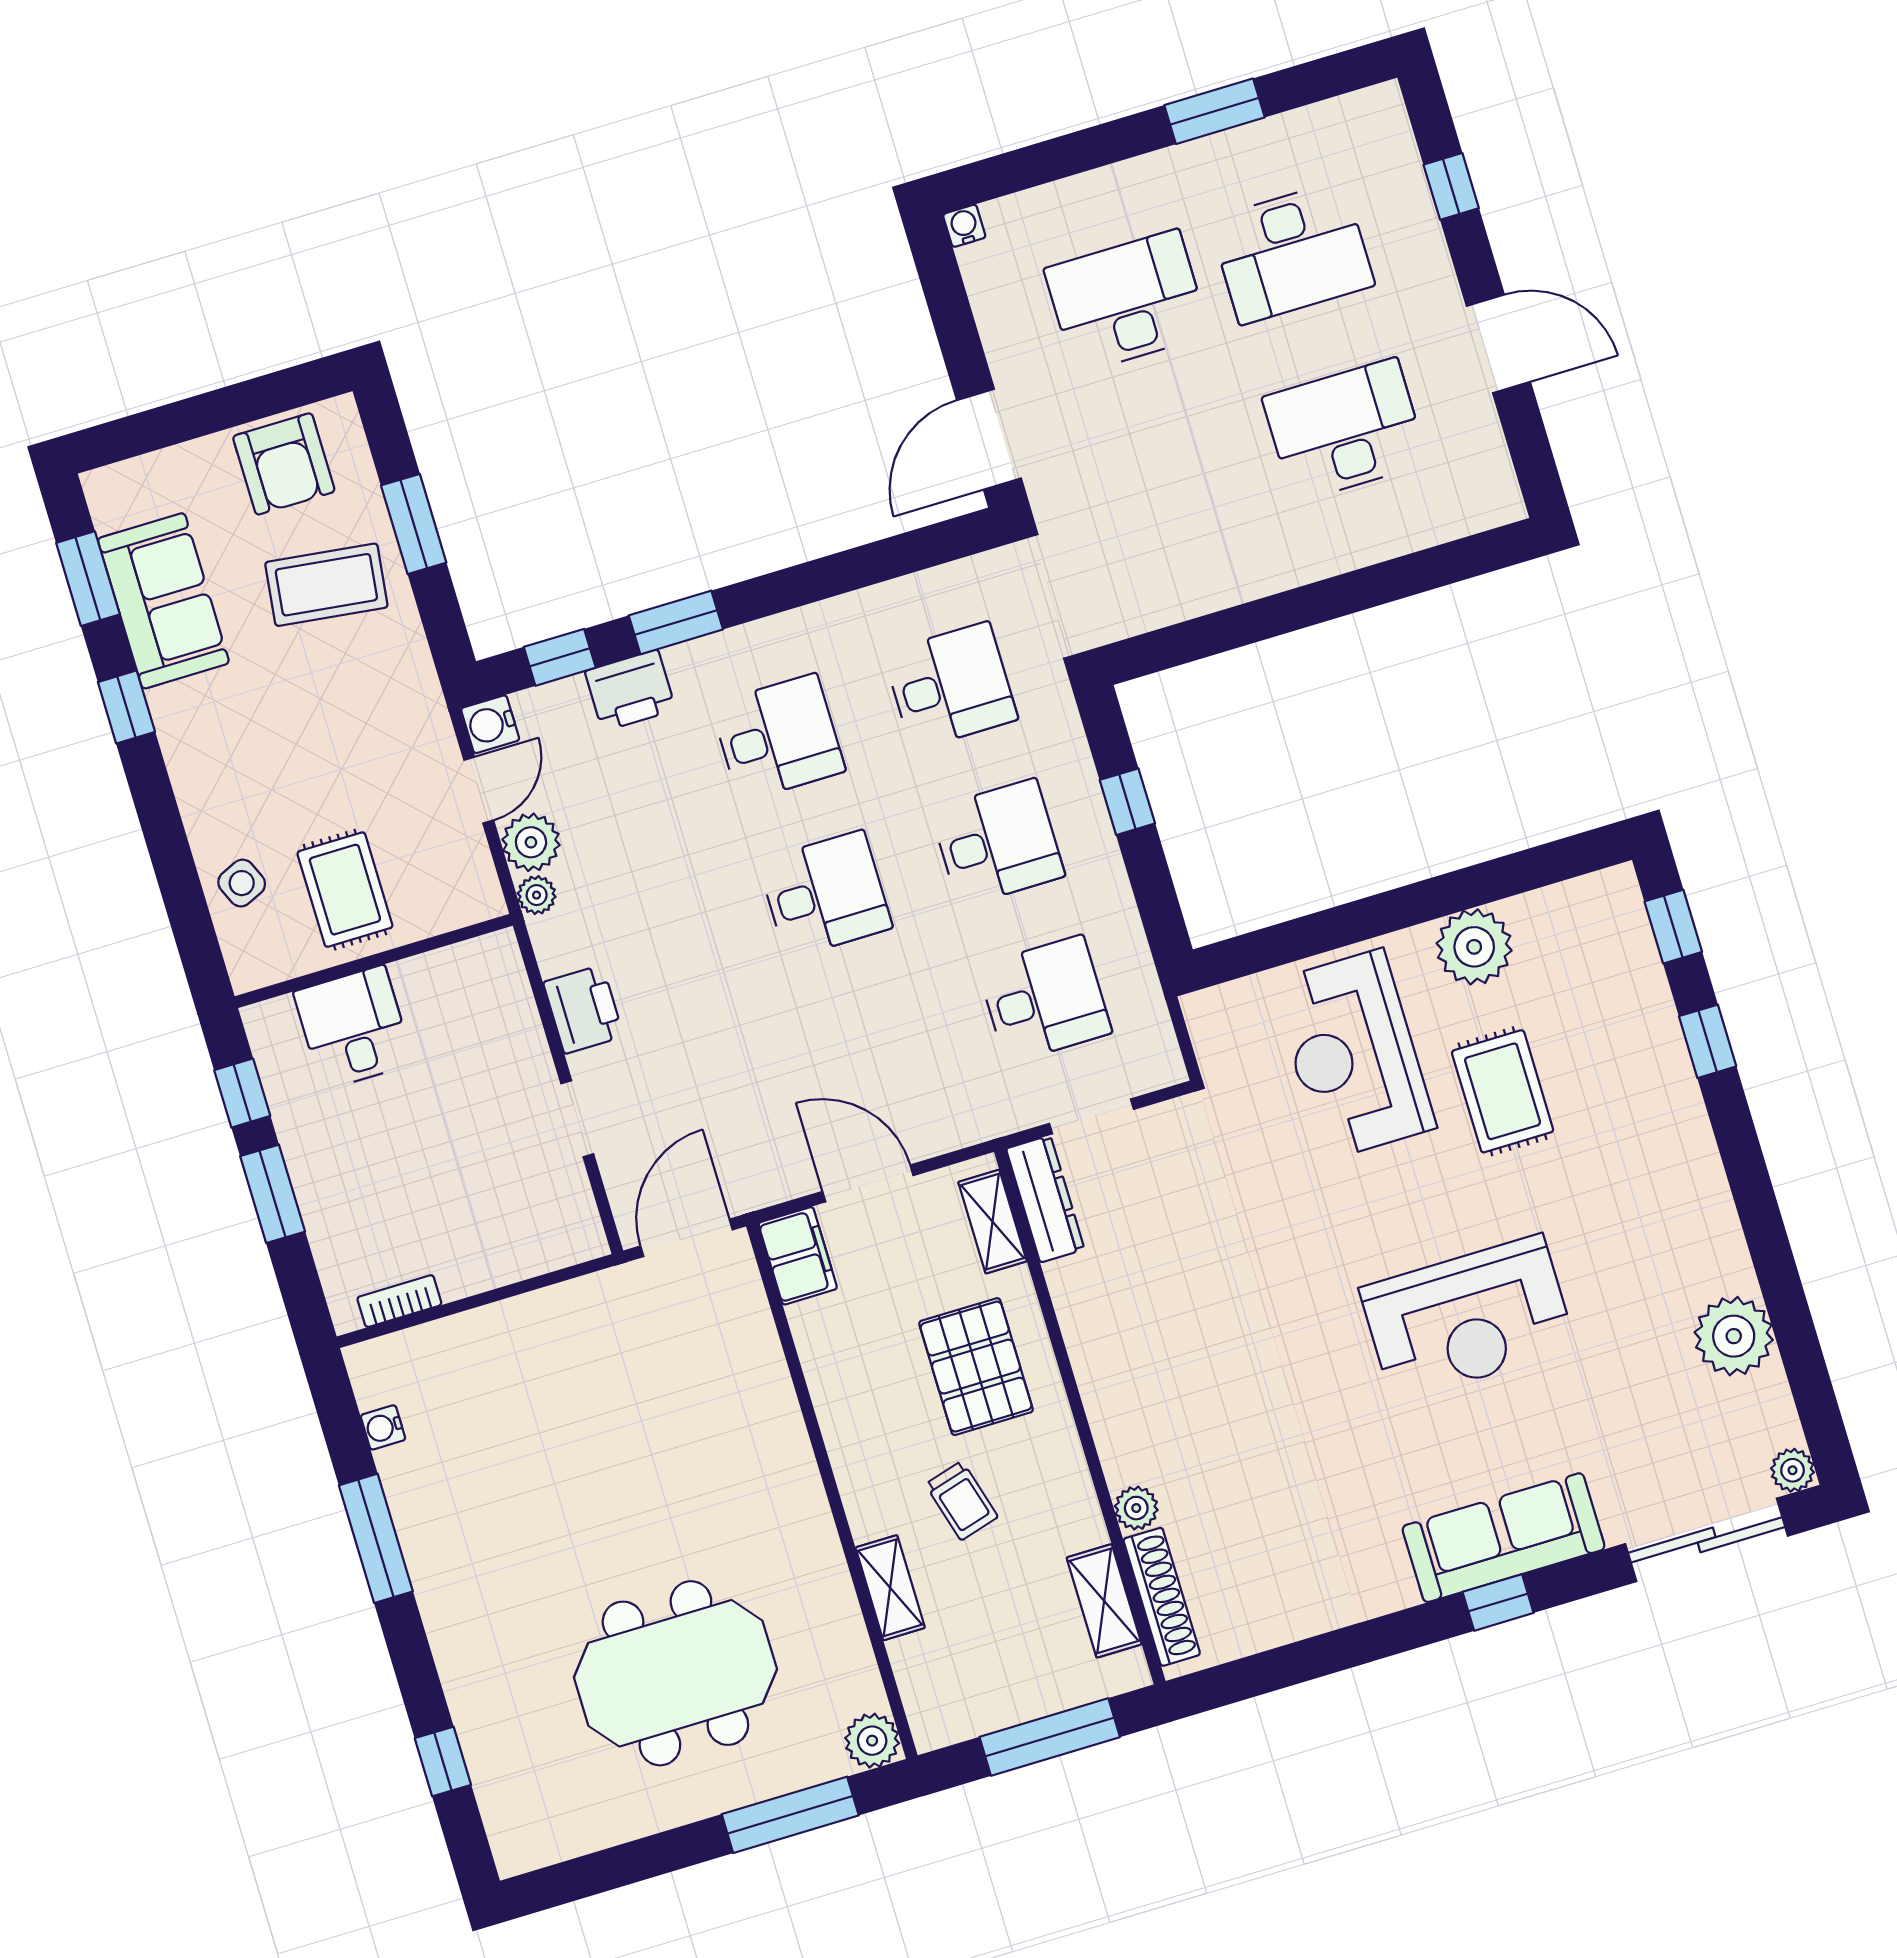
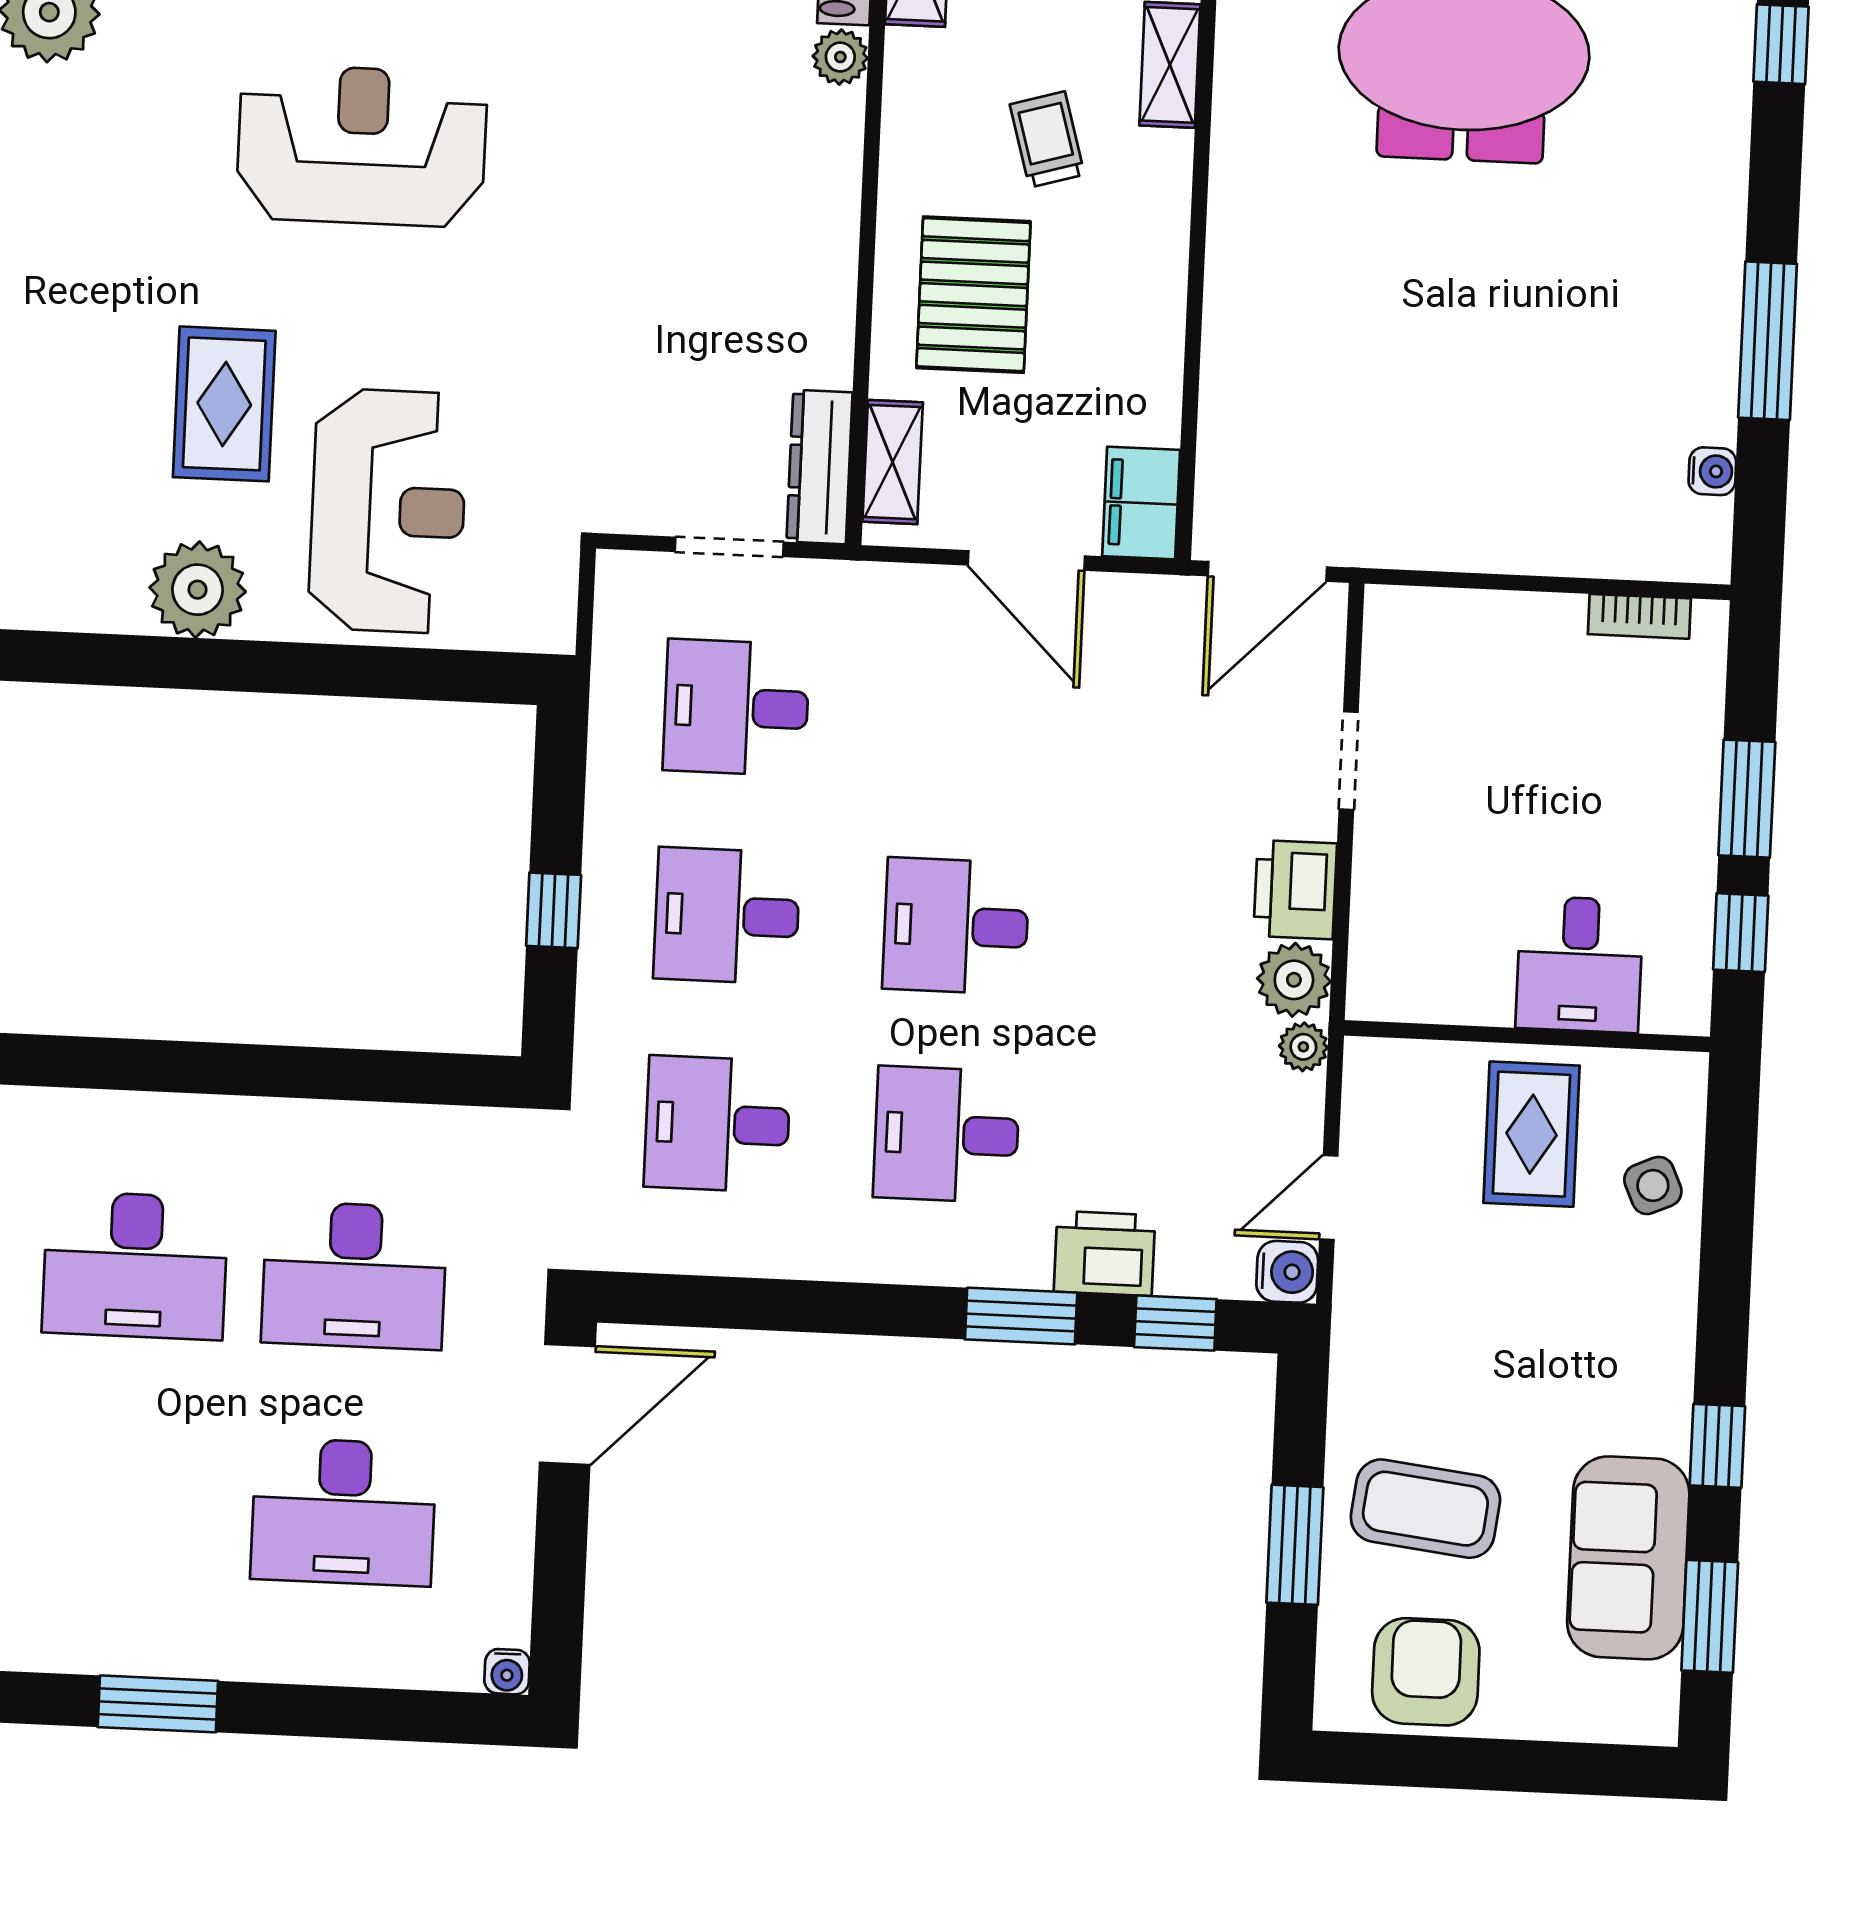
desk: (1292, 252) -> (354, 1275), moved, turned 180
plant: (531, 842) -> (1294, 980), moved

